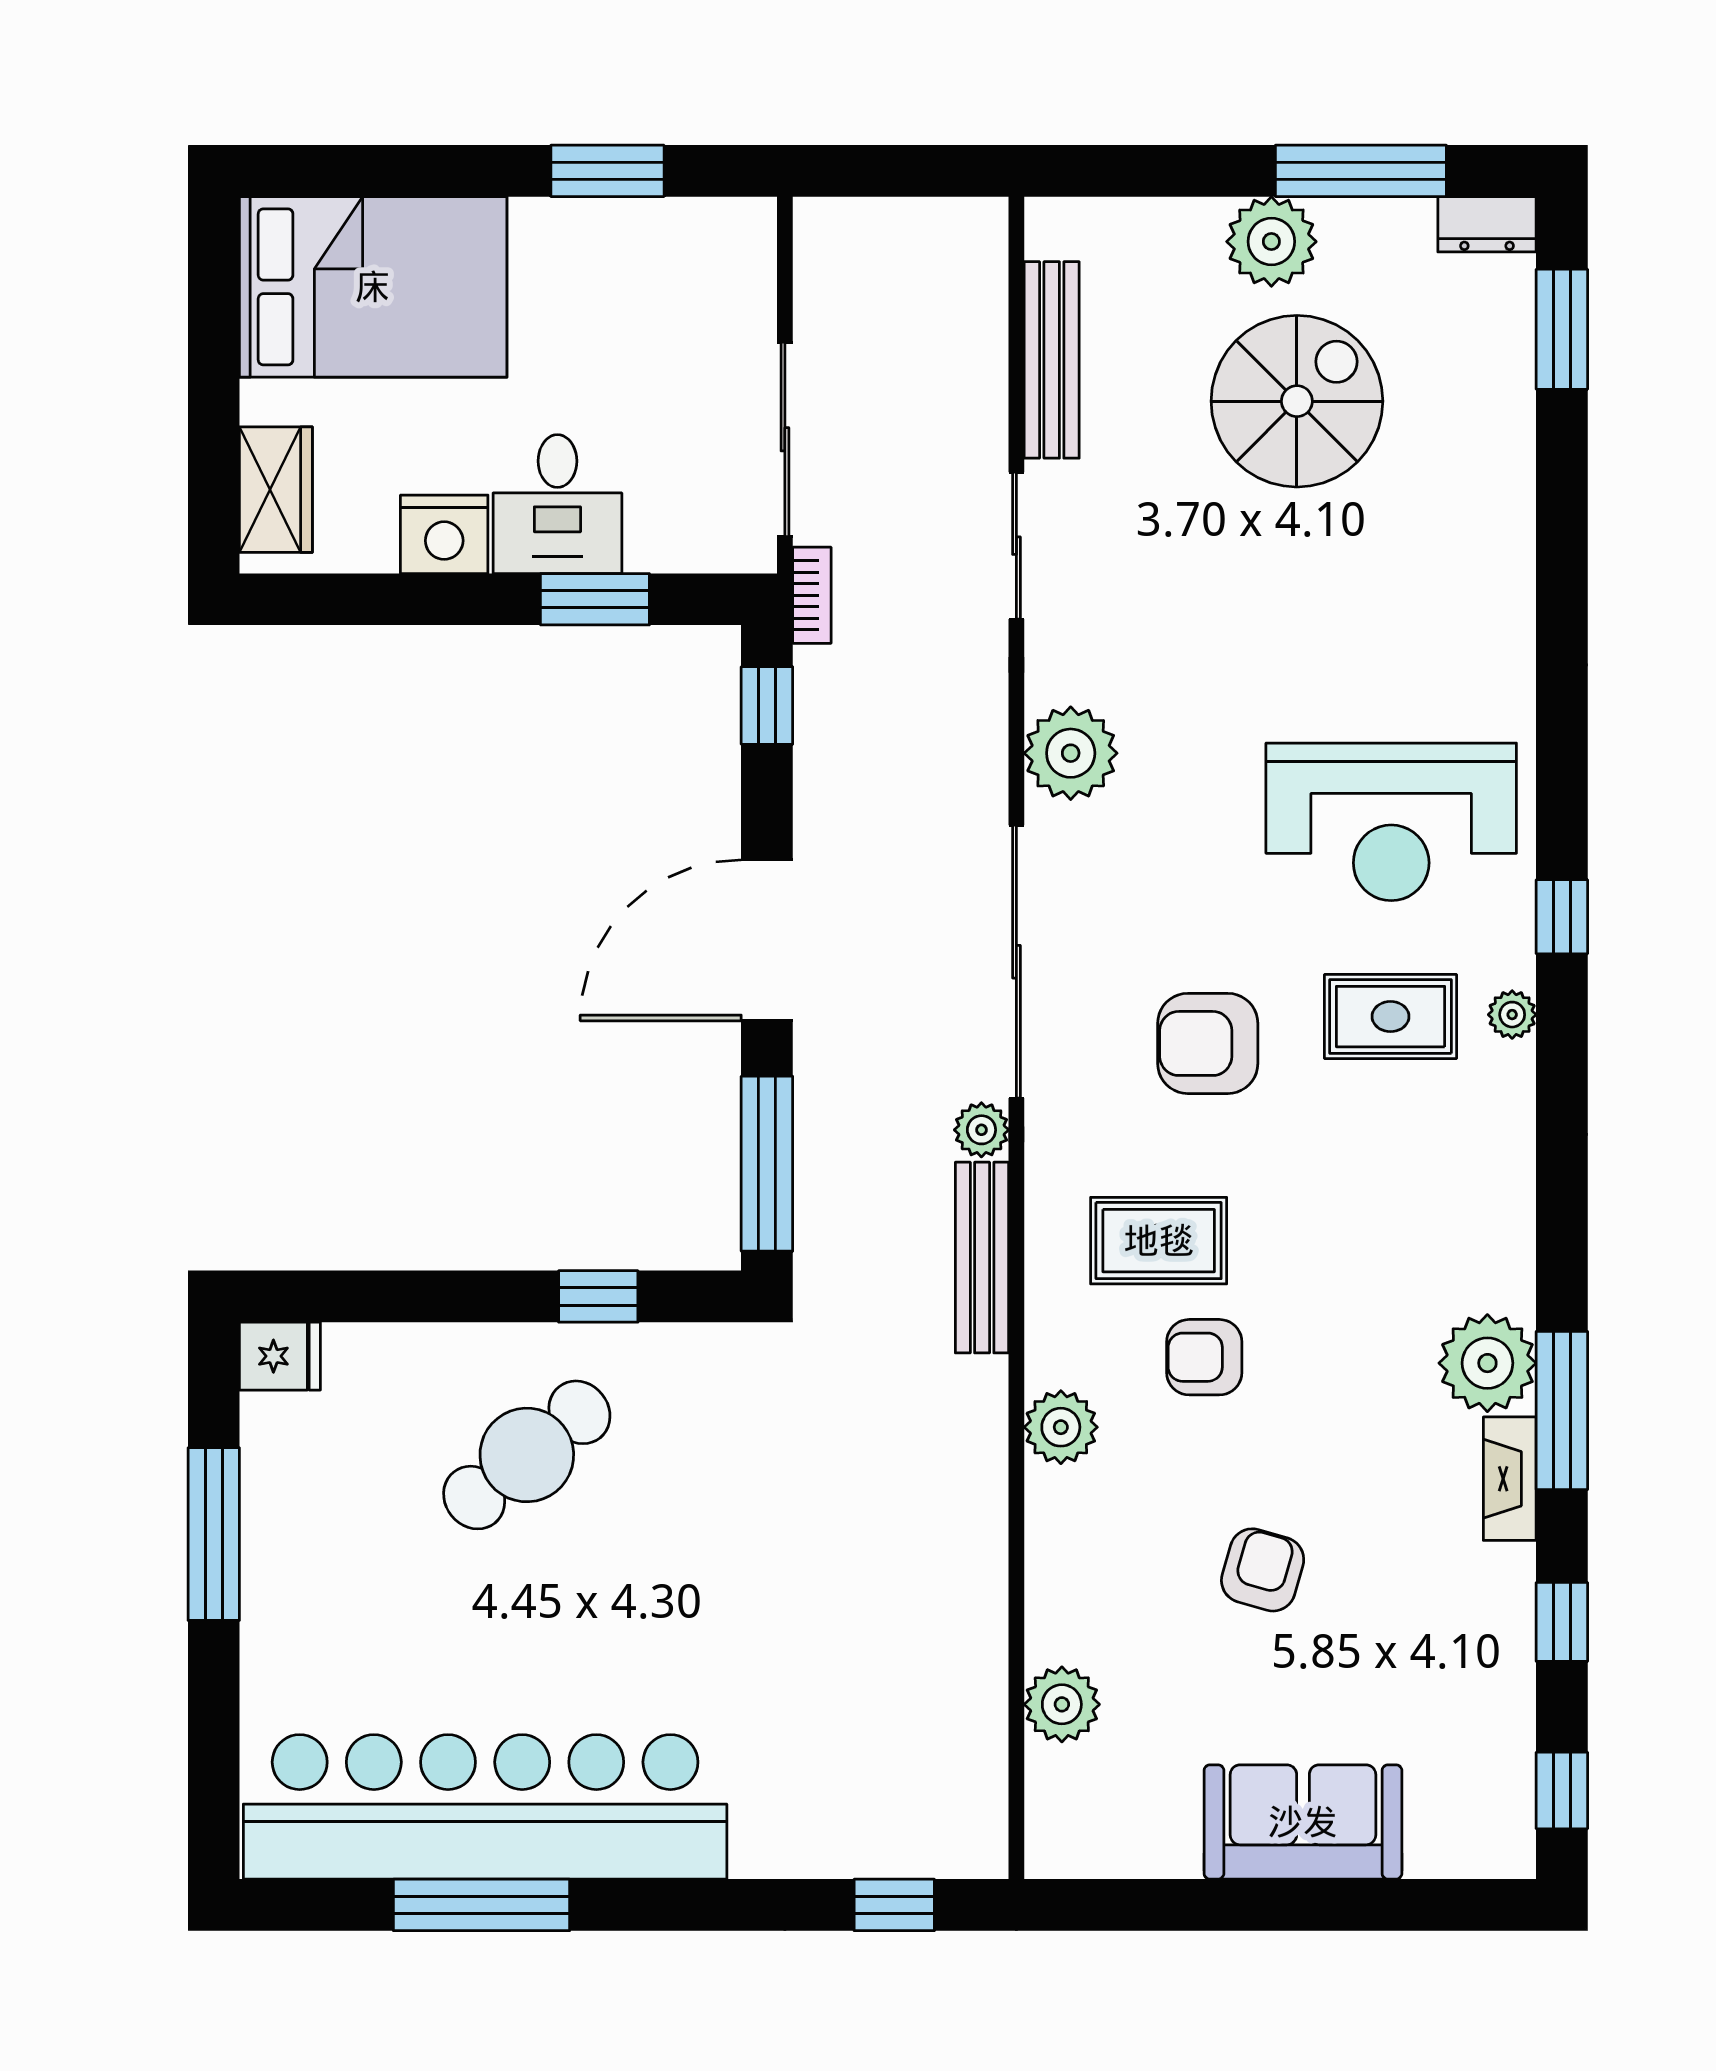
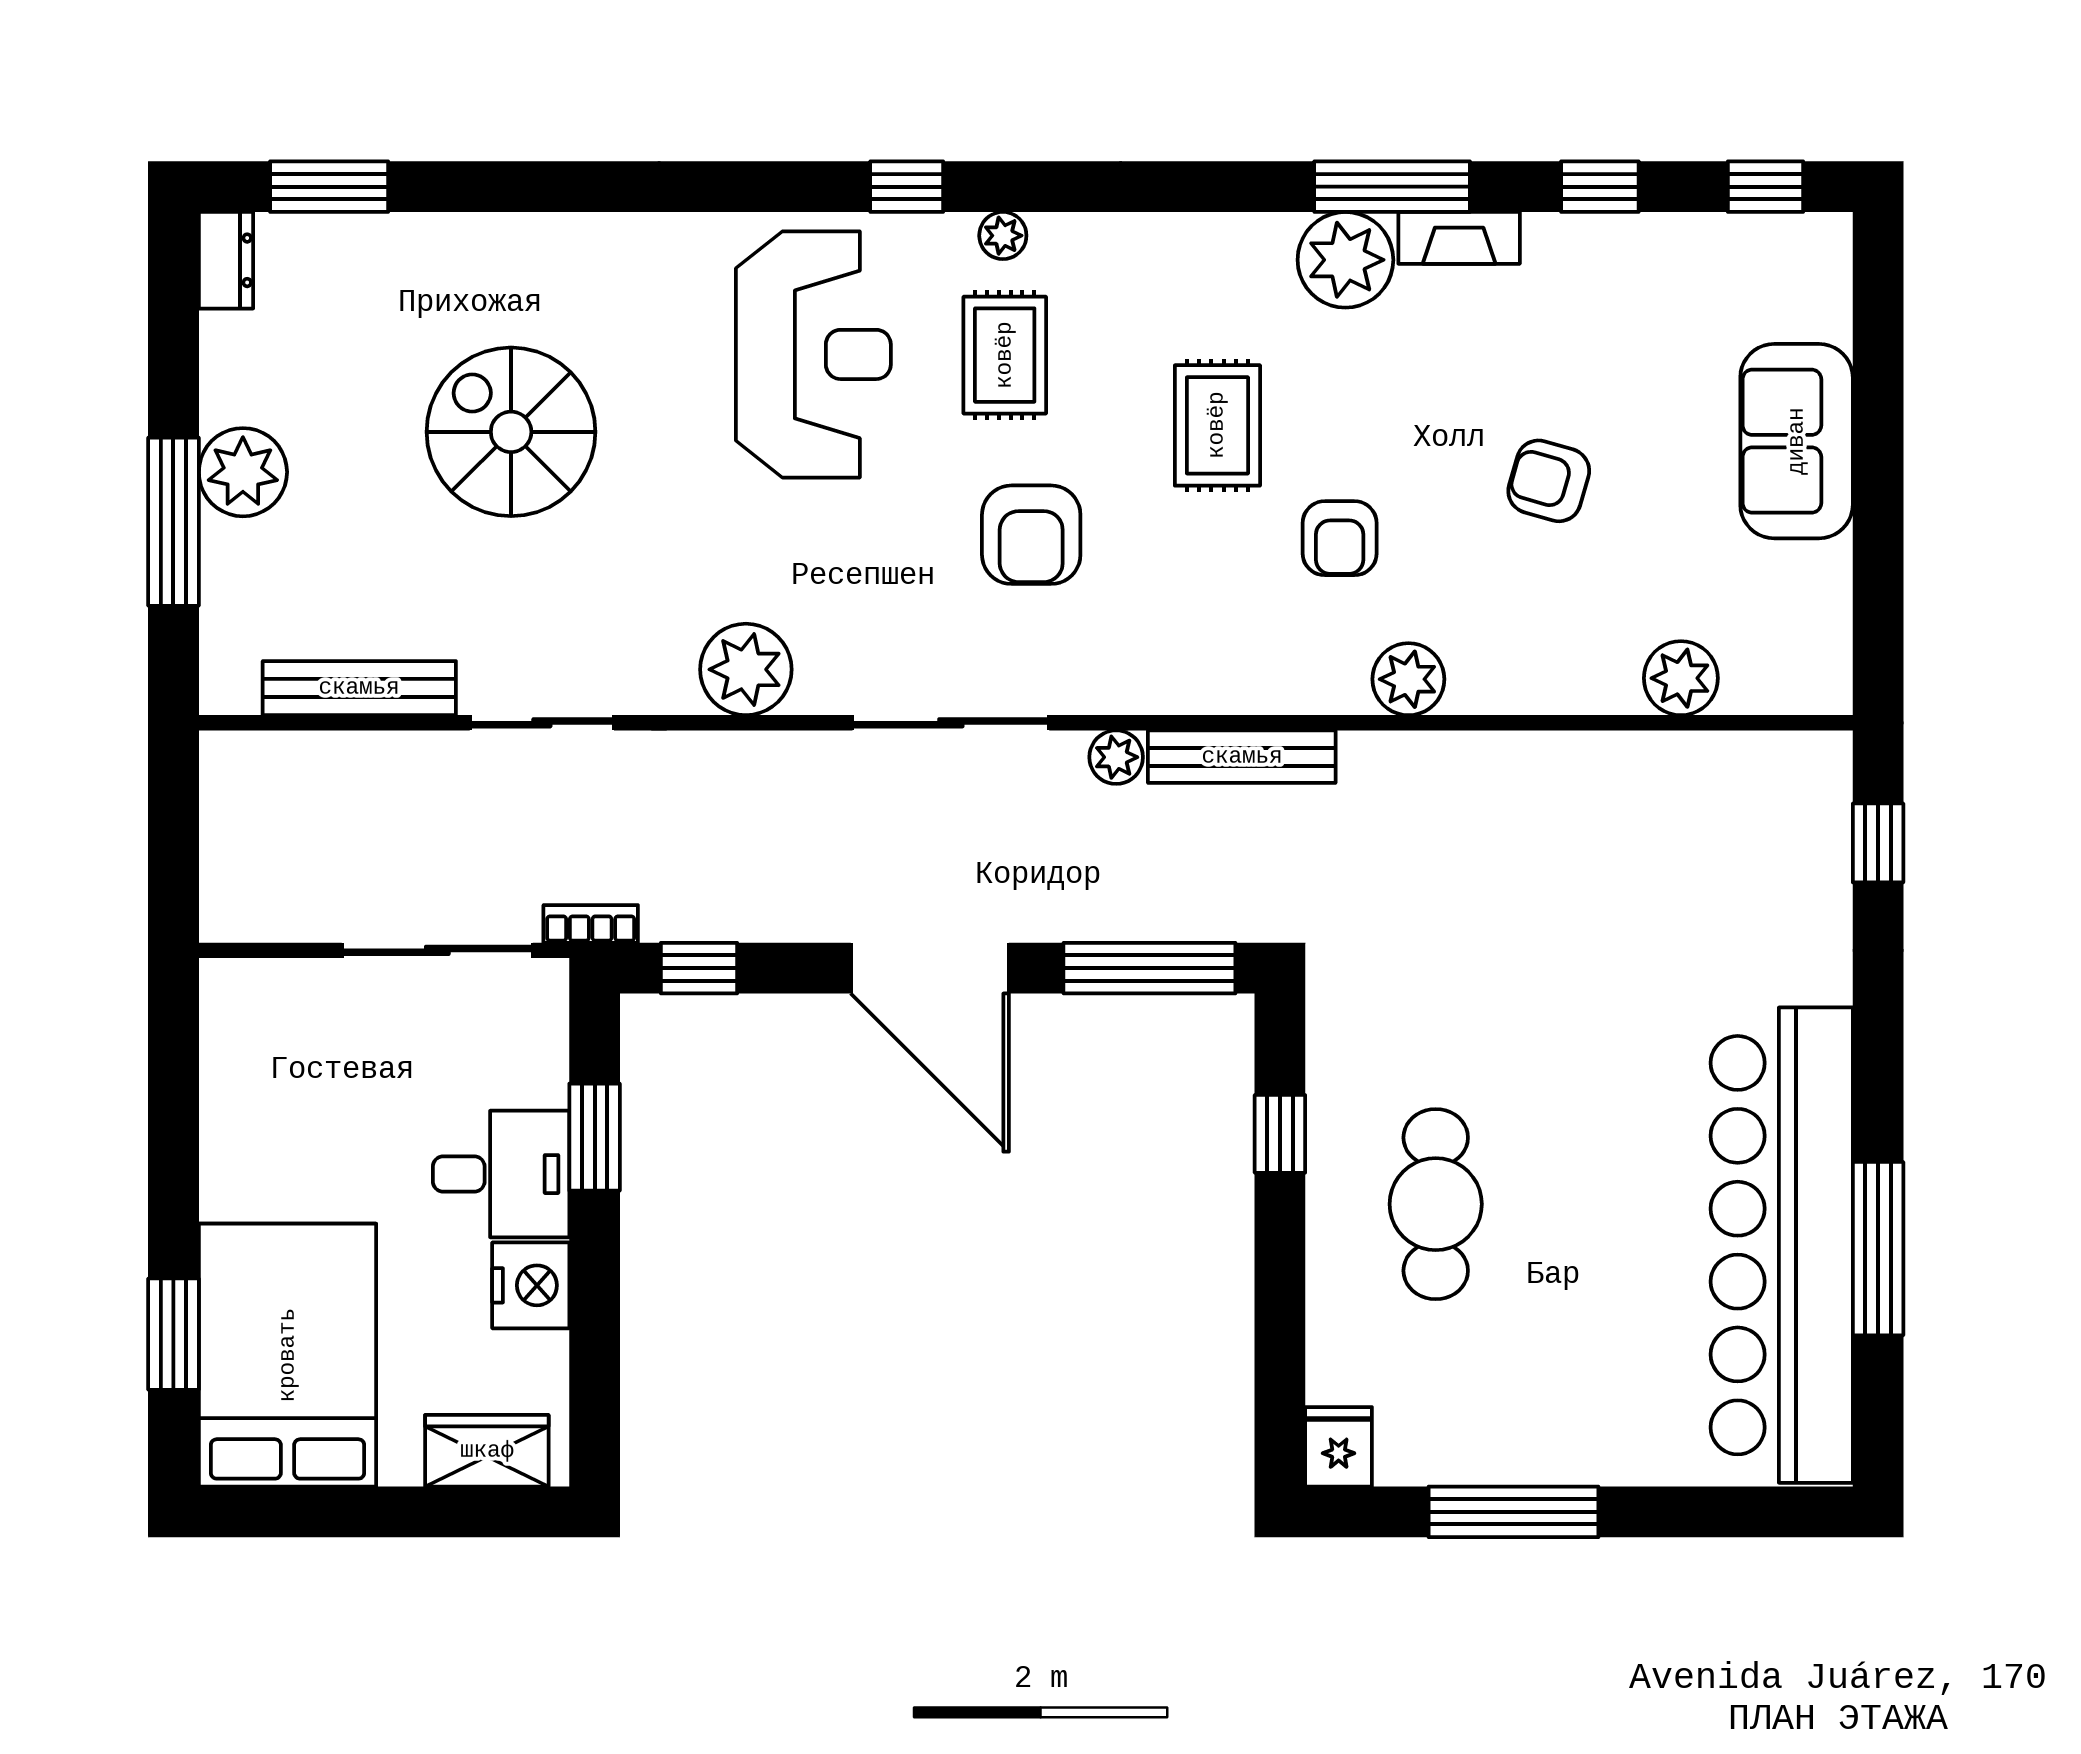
window: (607, 171) -> (173, 1334), moved
window: (1361, 171) -> (173, 522), moved
spiral stairs: (1297, 401) -> (511, 432), moved
sliding door: (1016, 962) -> (951, 723), width x0.73
rug: (1159, 1241) -> (1217, 425), moved
cafe table: (527, 1455) -> (1436, 1204), turned 39

